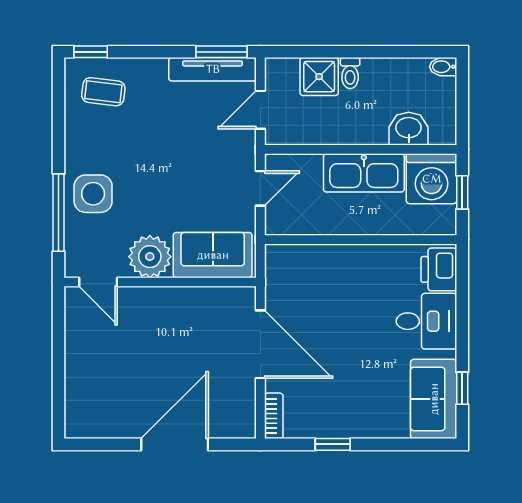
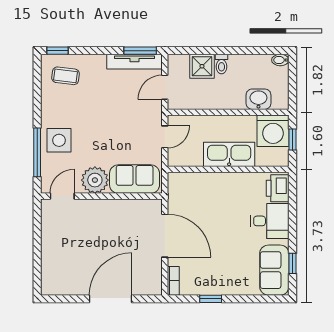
kitchen sink: (364, 173) -> (229, 154), moved, turned 180
door: (98, 282) -> (62, 196), swing flipped

